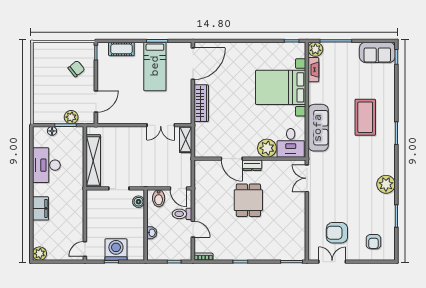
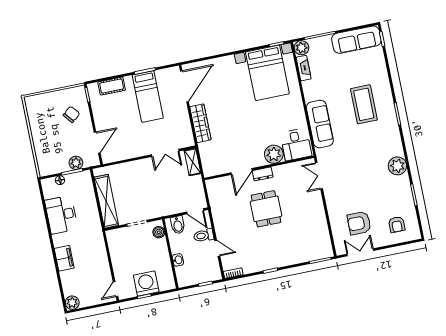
sofa: (377, 52) -> (356, 40), width x1.36
bed with nightstands: (281, 87) -> (267, 73), moved, turned -90
door: (232, 159) -> (241, 171), hinge flipped

